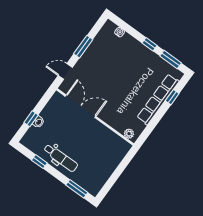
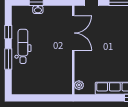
dental chair: (61, 158) -> (23, 46), turned 180
window: (77, 189) -> (8, 59), moved

